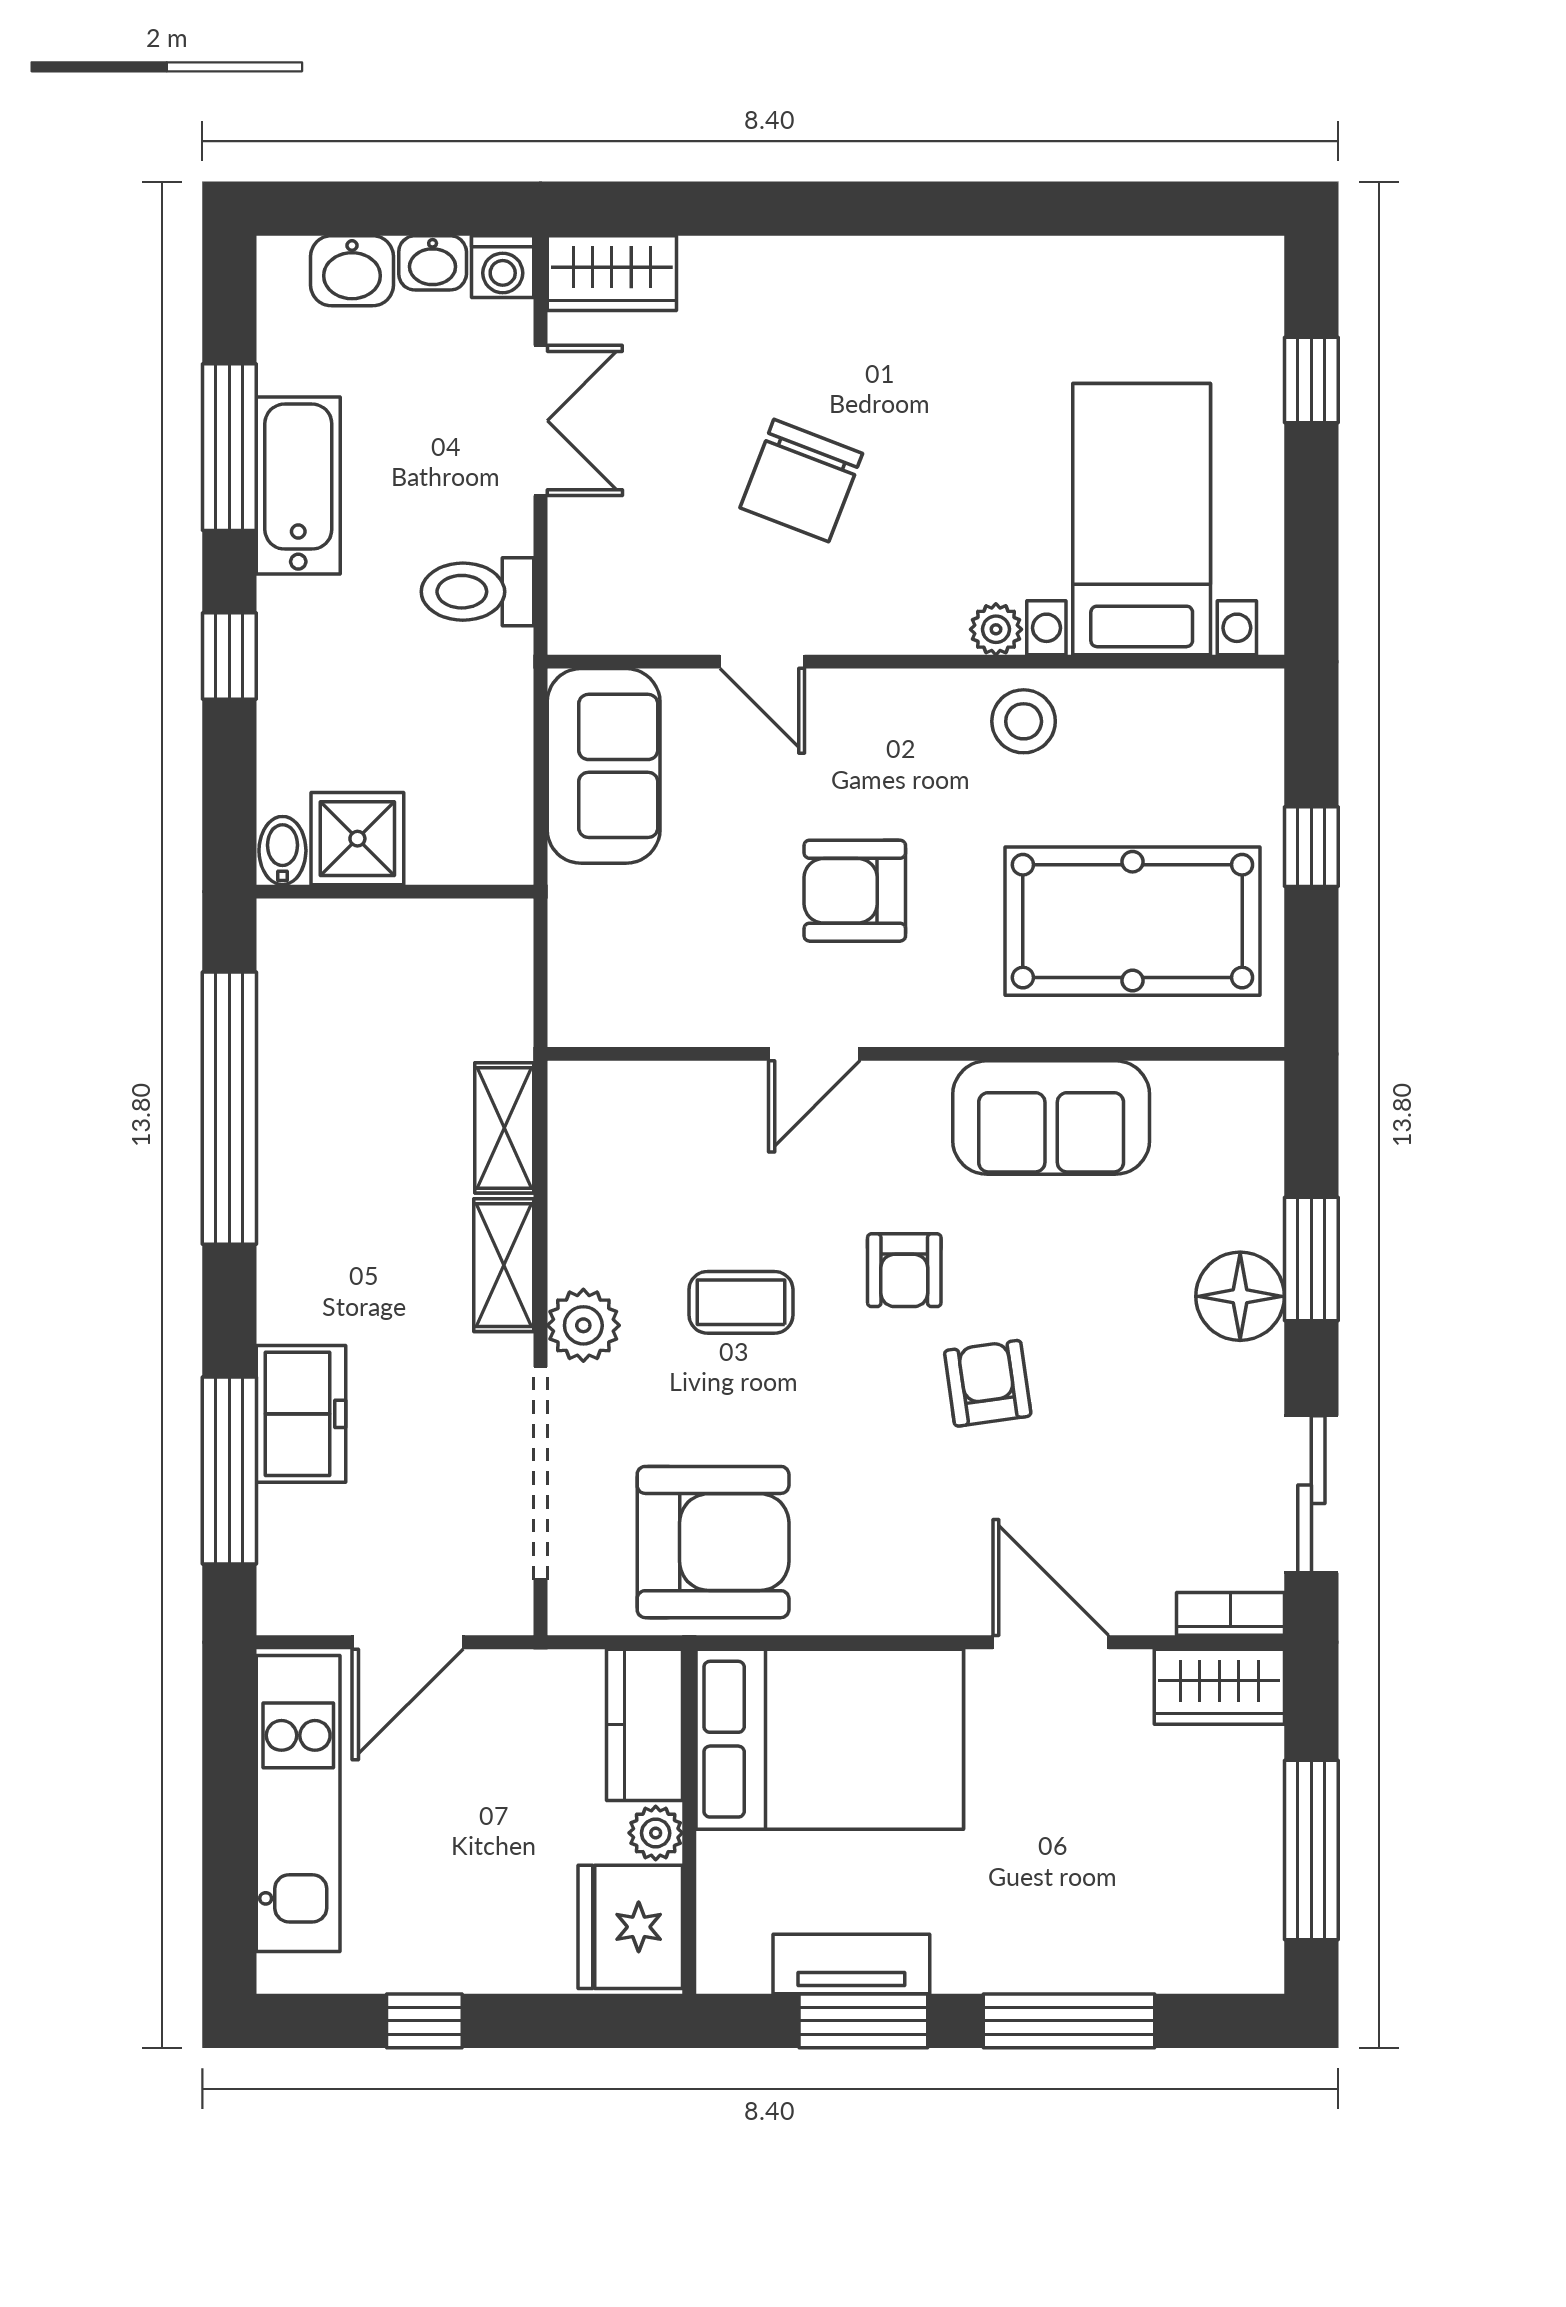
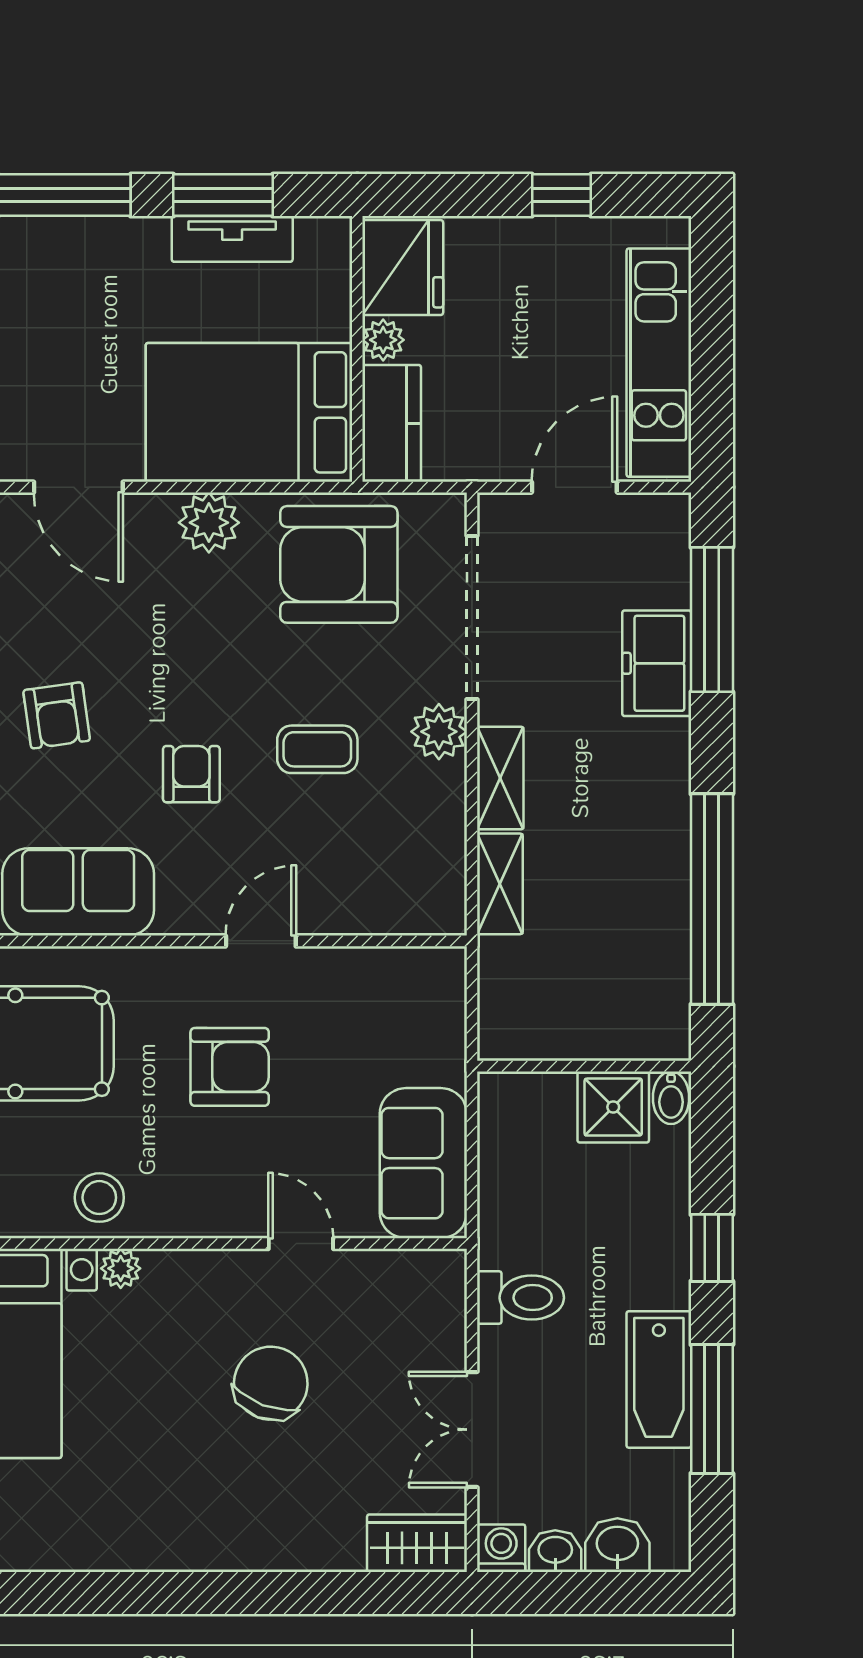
armchair: (988, 1383) -> (57, 715), moved
plant: (882, 1596) -> (209, 523), added

